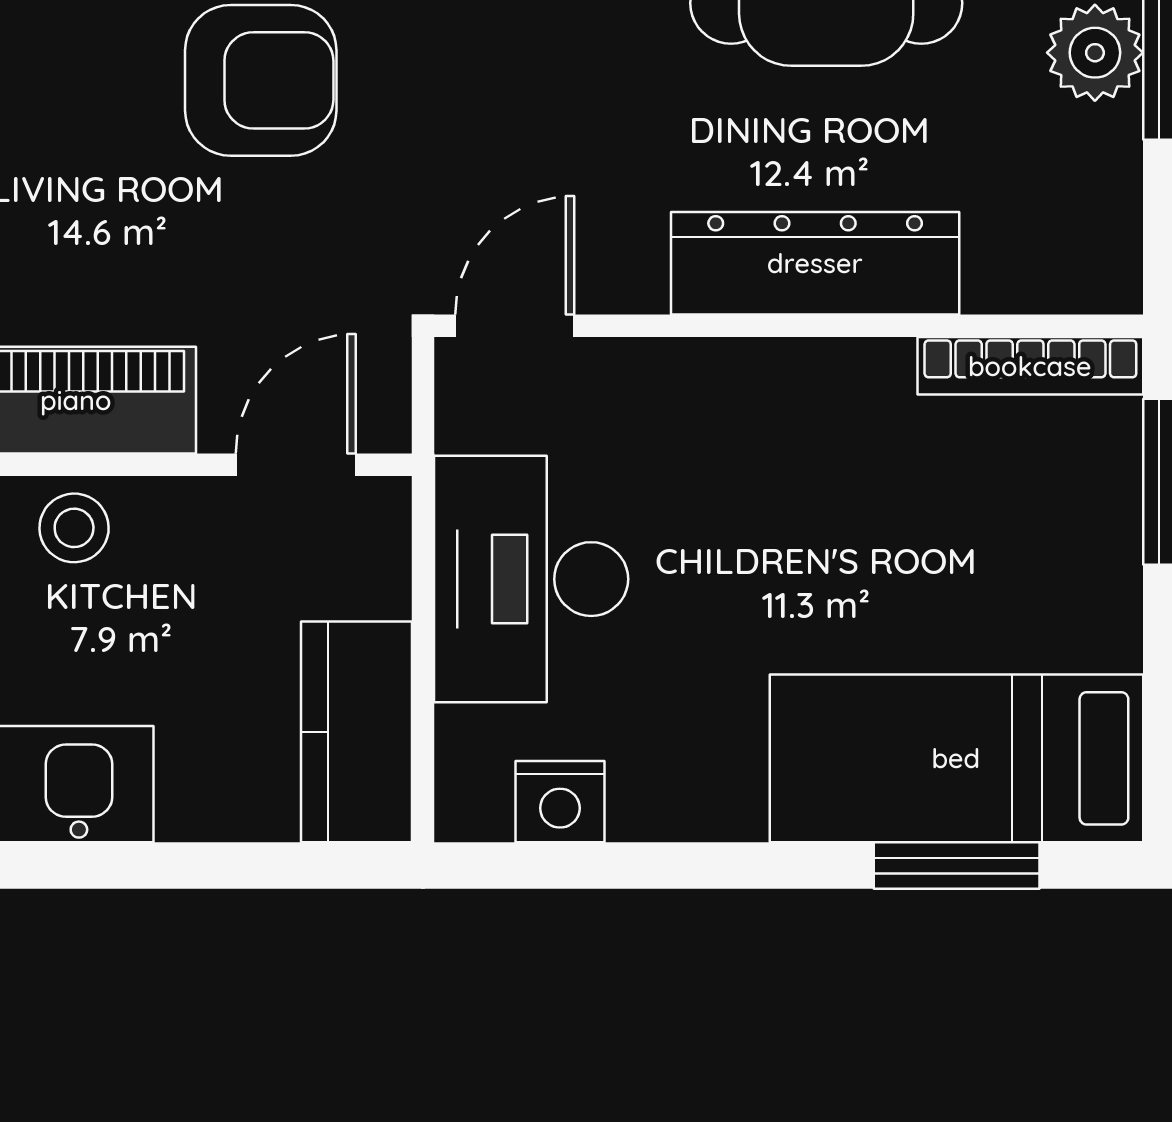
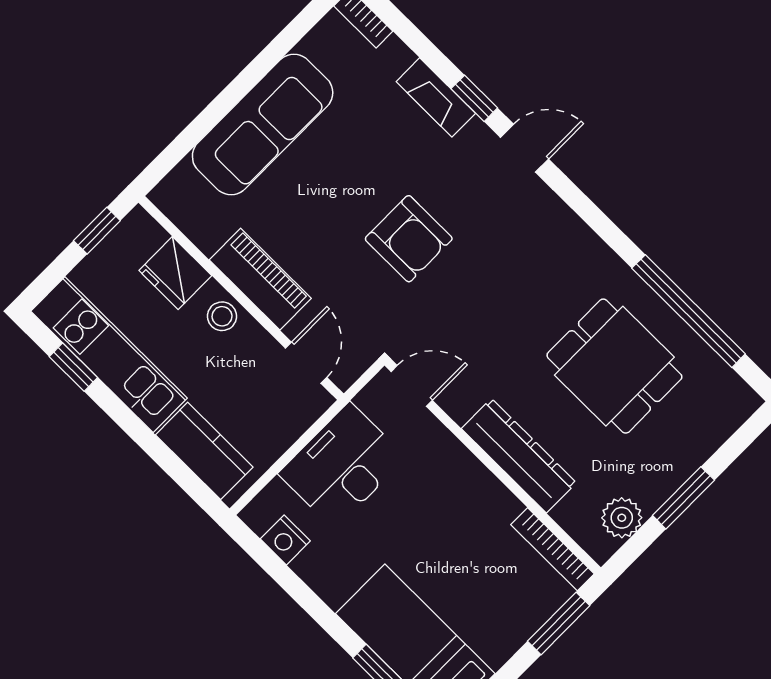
plant: (1095, 53) -> (622, 518), moved
door: (296, 465) -> (306, 363), hinge flipped
kitchen counter: (357, 732) -> (204, 451), moved, turned 90

